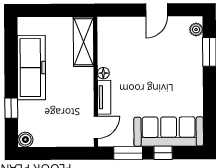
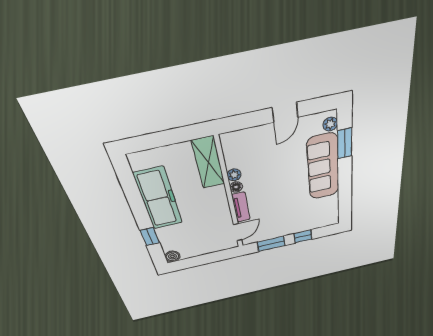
plant: (104, 60) -> (234, 175), added
sofa: (169, 132) -> (323, 167), moved, turned -90

